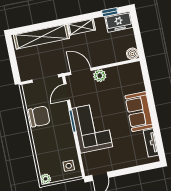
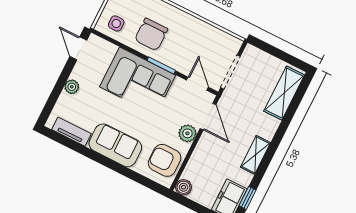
shelving: (42, 37) -> (284, 93), width x0.68
door: (81, 71) -> (208, 117), hinge flipped
armchair: (125, 77) -> (165, 160), added
chair: (39, 116) -> (151, 34), moved
plant: (125, 163) -> (72, 87), added

